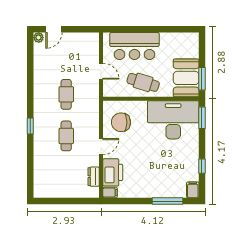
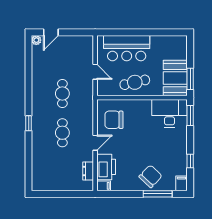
cafe table: (143, 82) -> (135, 82), turned -30
desk: (173, 120) -> (169, 113), width x0.73, depth x0.77
chair: (160, 182) -> (151, 176), added

